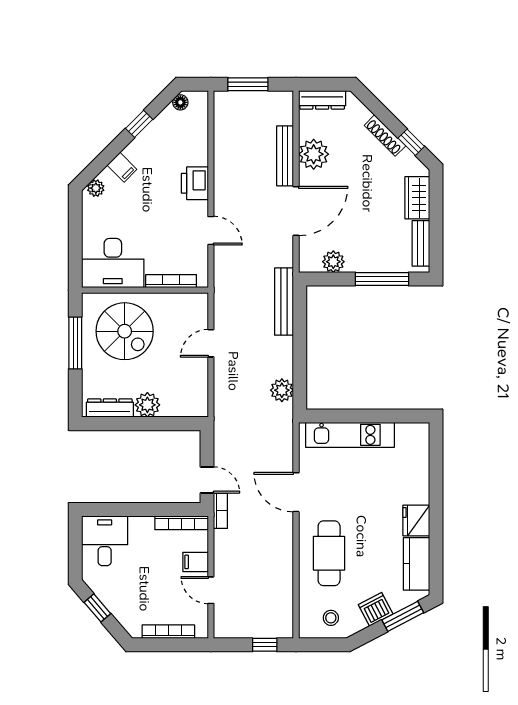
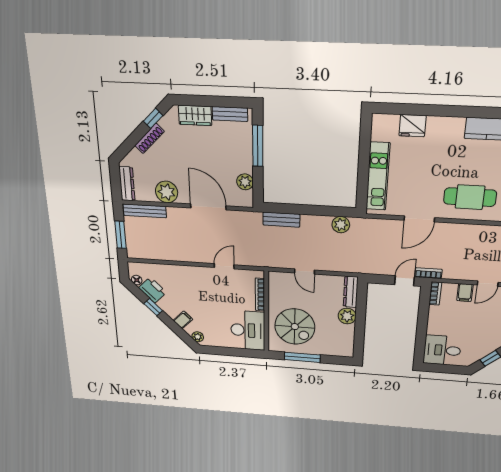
bench: (285, 156) -> (145, 211), moved
printer: (195, 183) -> (152, 290), moved, turned -135
bench: (284, 302) -> (281, 220), width x0.73
spiral stairs: (125, 331) -> (295, 327), turned 90
dresser: (110, 408) -> (351, 292), moved
fridge: (416, 520) -> (413, 126), moved
bookcase: (182, 523) -> (435, 294), width x0.64

